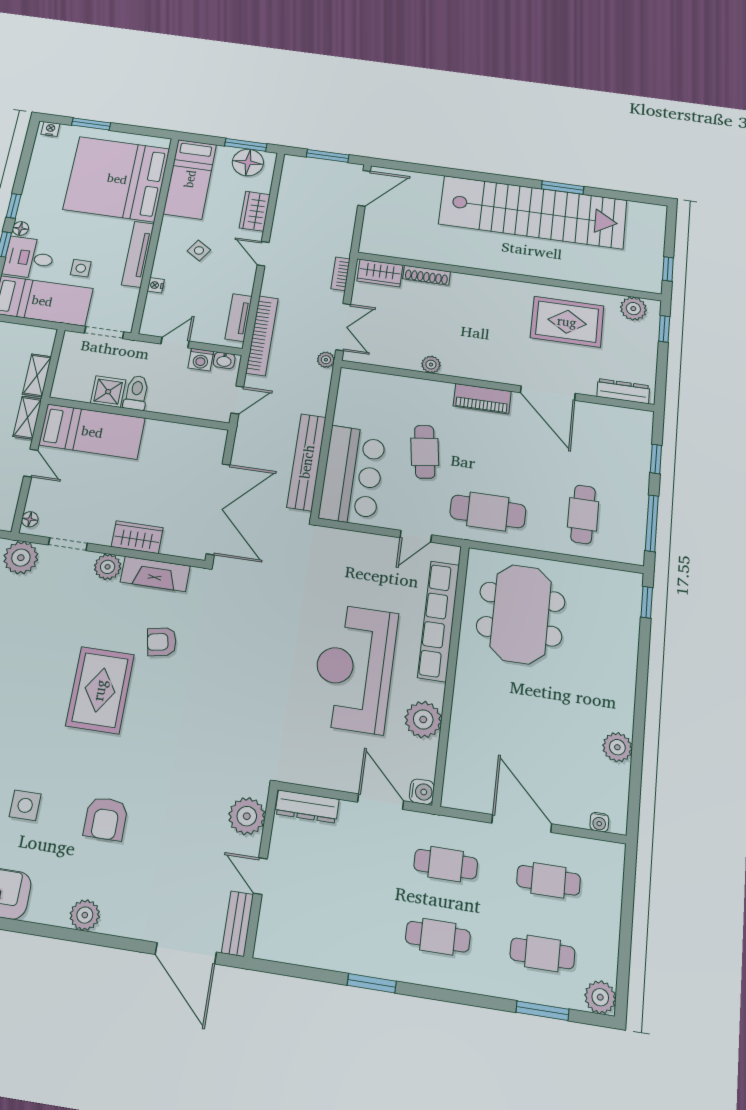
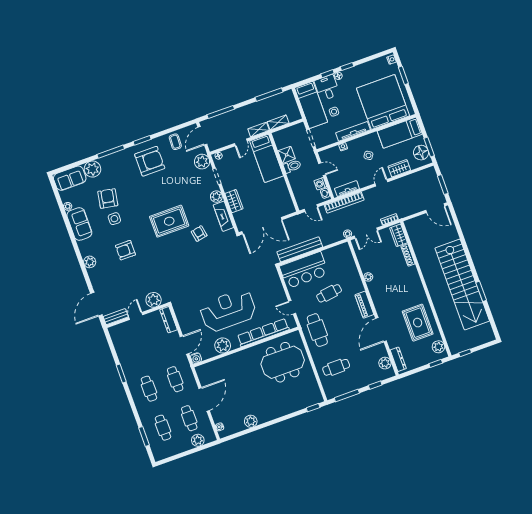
plant: (619, 419) -> (385, 363), added
plant: (600, 997) -> (198, 440), moved

